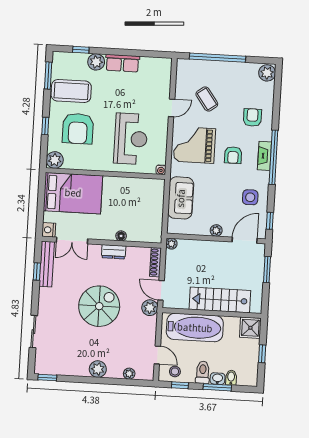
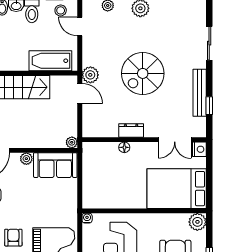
sofa: (181, 198) -> (55, 165), moved, turned -90
double door: (72, 241) -> (175, 140), swing flipped
shoe rack: (155, 262) -> (87, 122), removed
bench: (47, 264) -> (200, 93), moved
bathtub: (195, 328) -> (50, 61), width x0.73, depth x0.73

